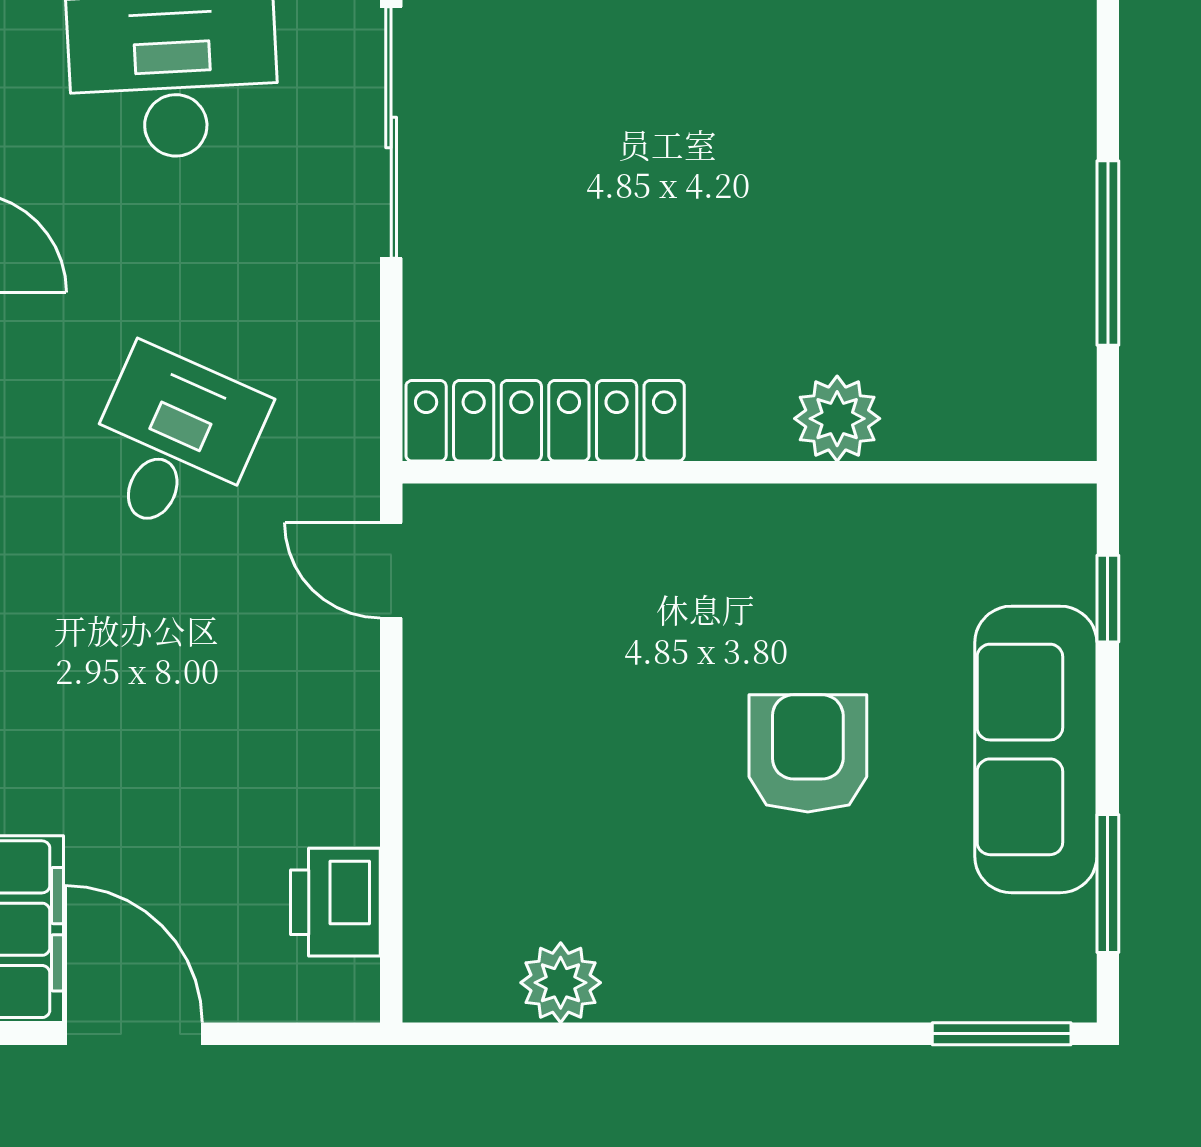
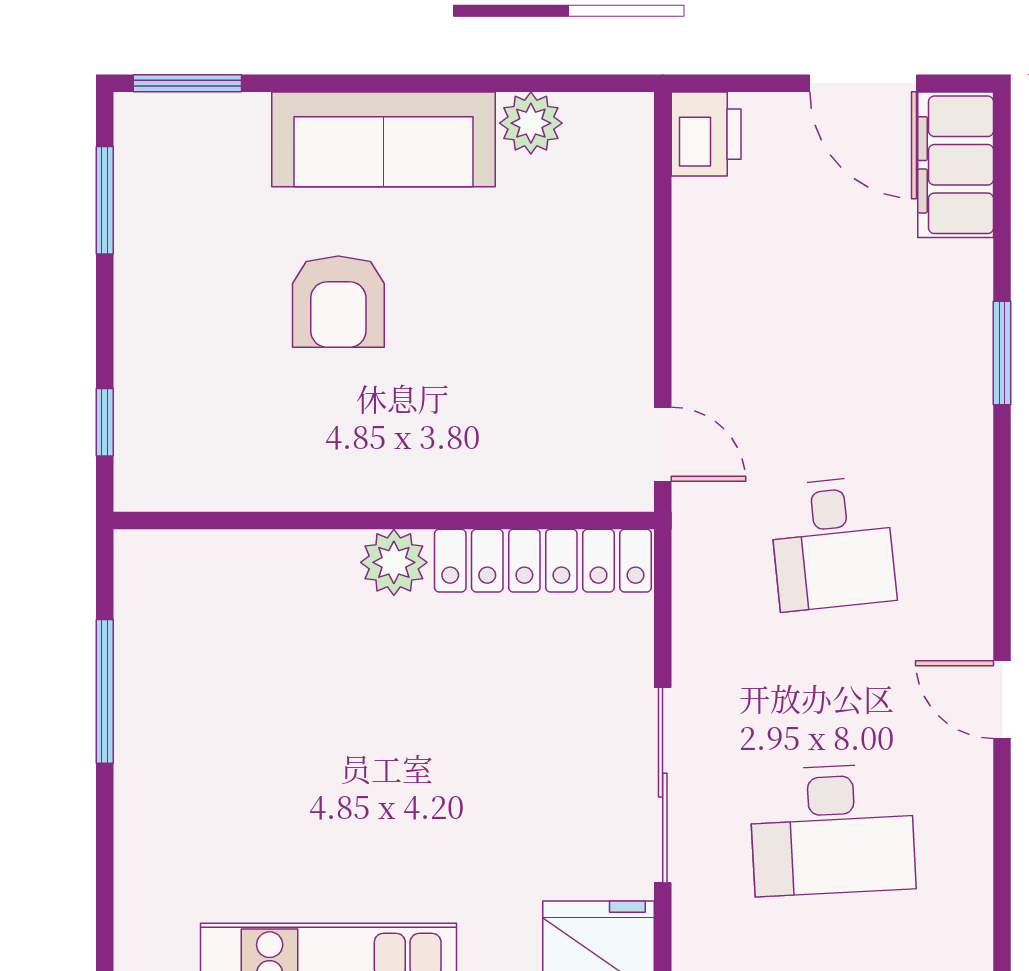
plant: (837, 419) -> (394, 562), moved
desk: (173, 443) -> (832, 544), turned -30
sofa: (1036, 749) -> (383, 139), moved, turned 90
printer: (335, 902) -> (706, 134), moved

